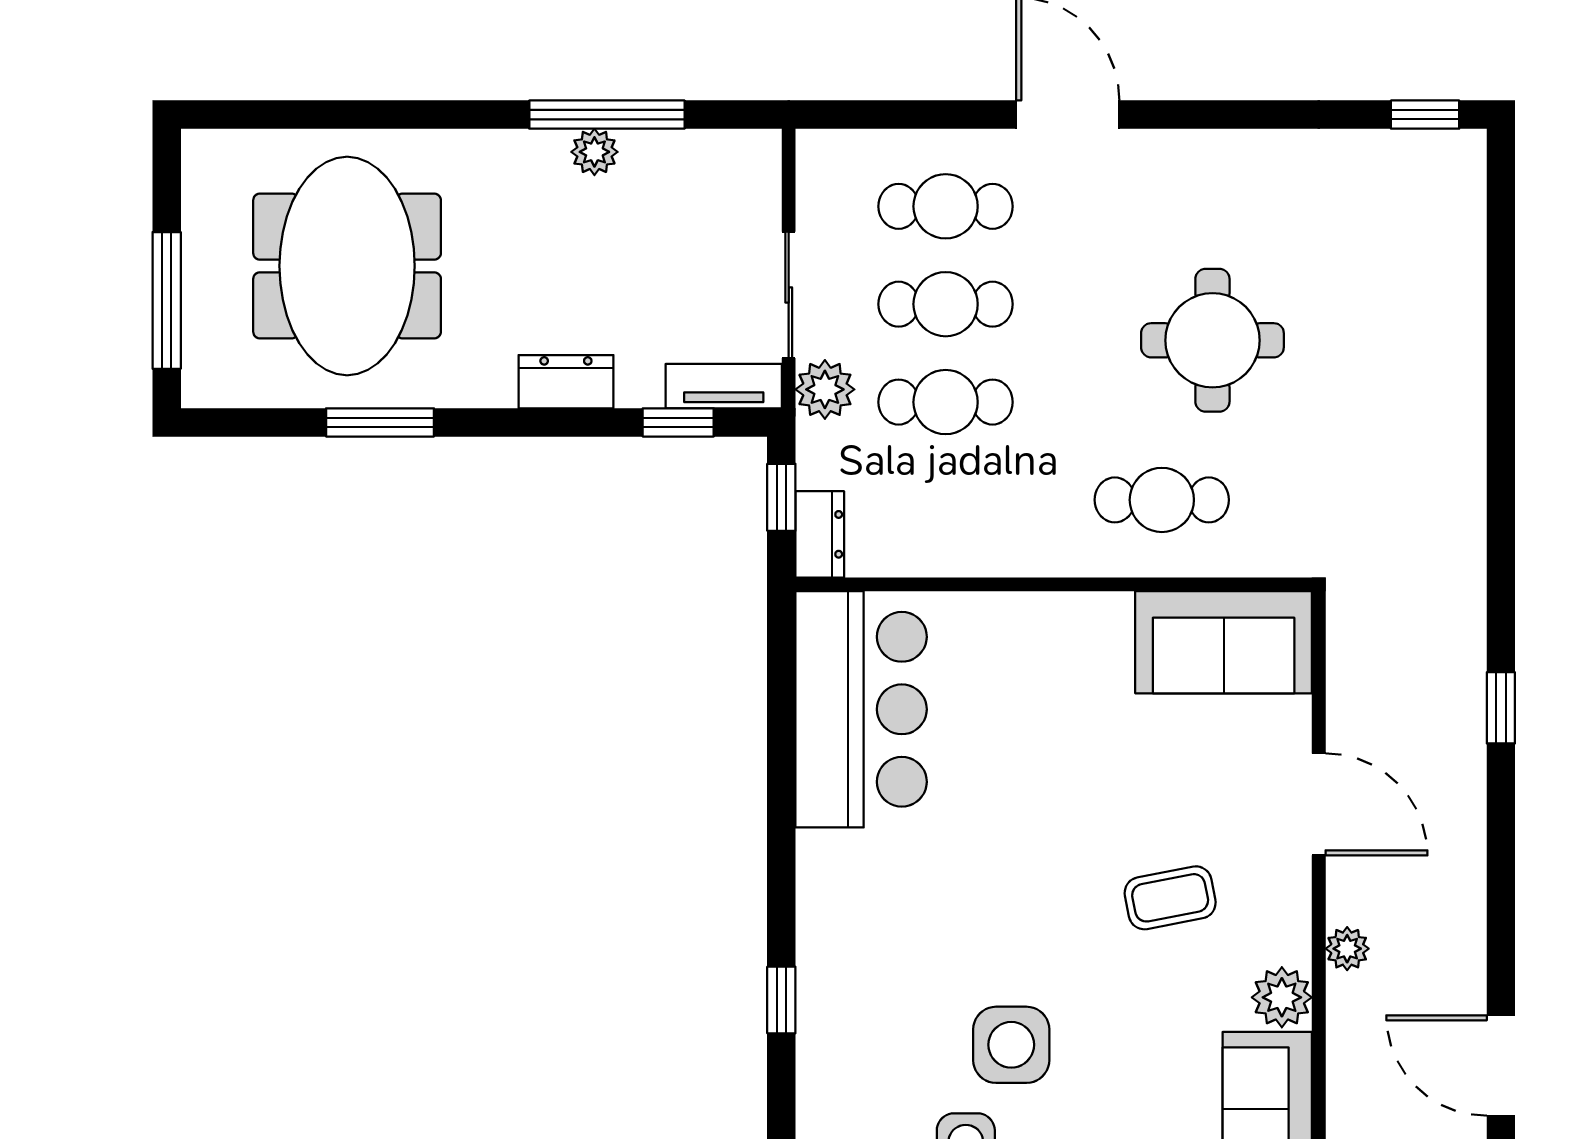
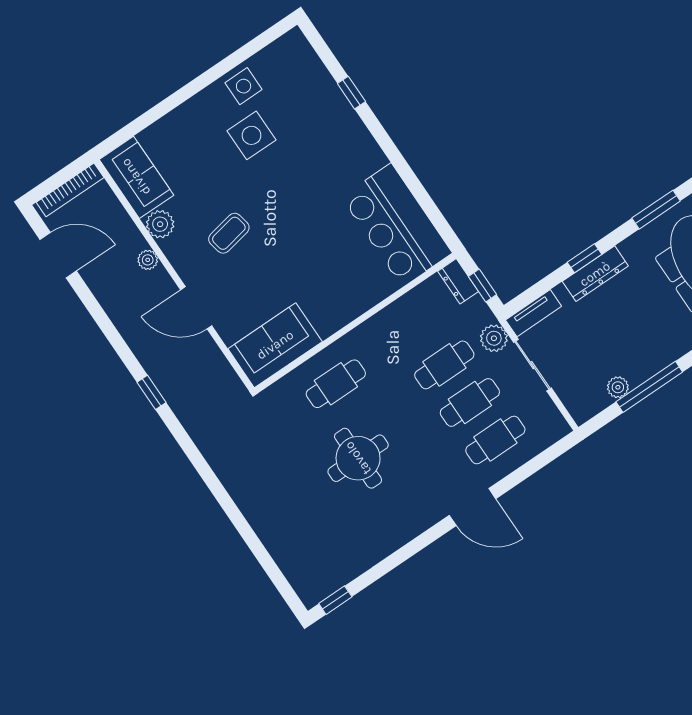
plant: (594, 152) -> (618, 387), moved
dresser: (566, 382) -> (595, 274), width x1.44
window: (678, 422) -> (584, 258), moved

